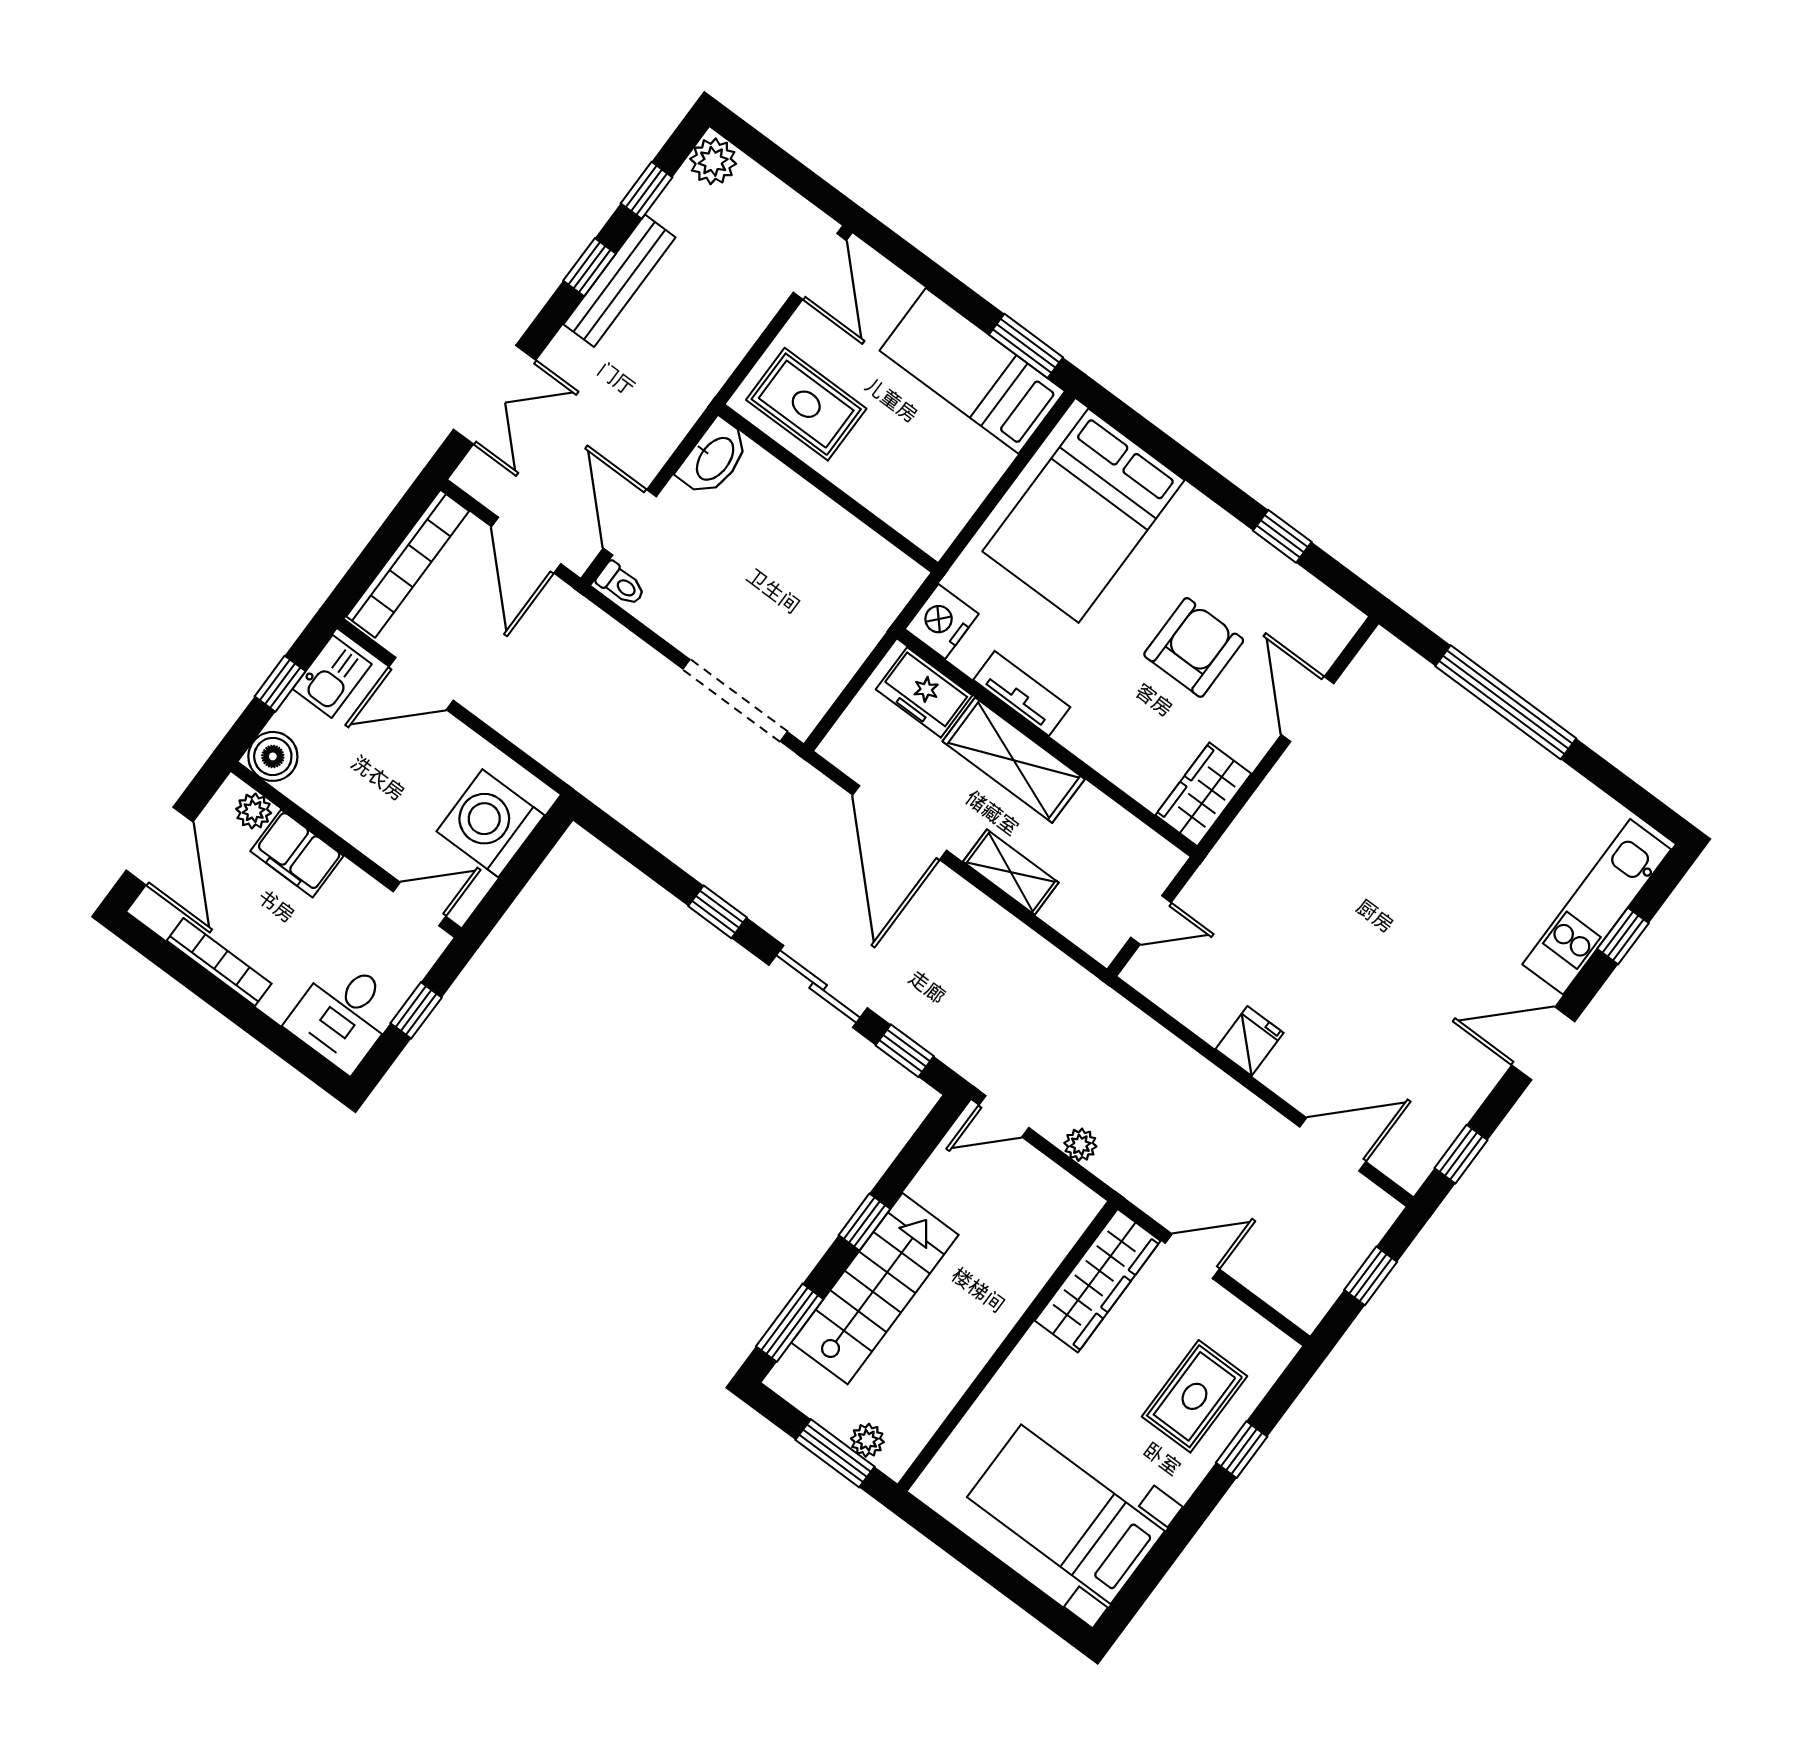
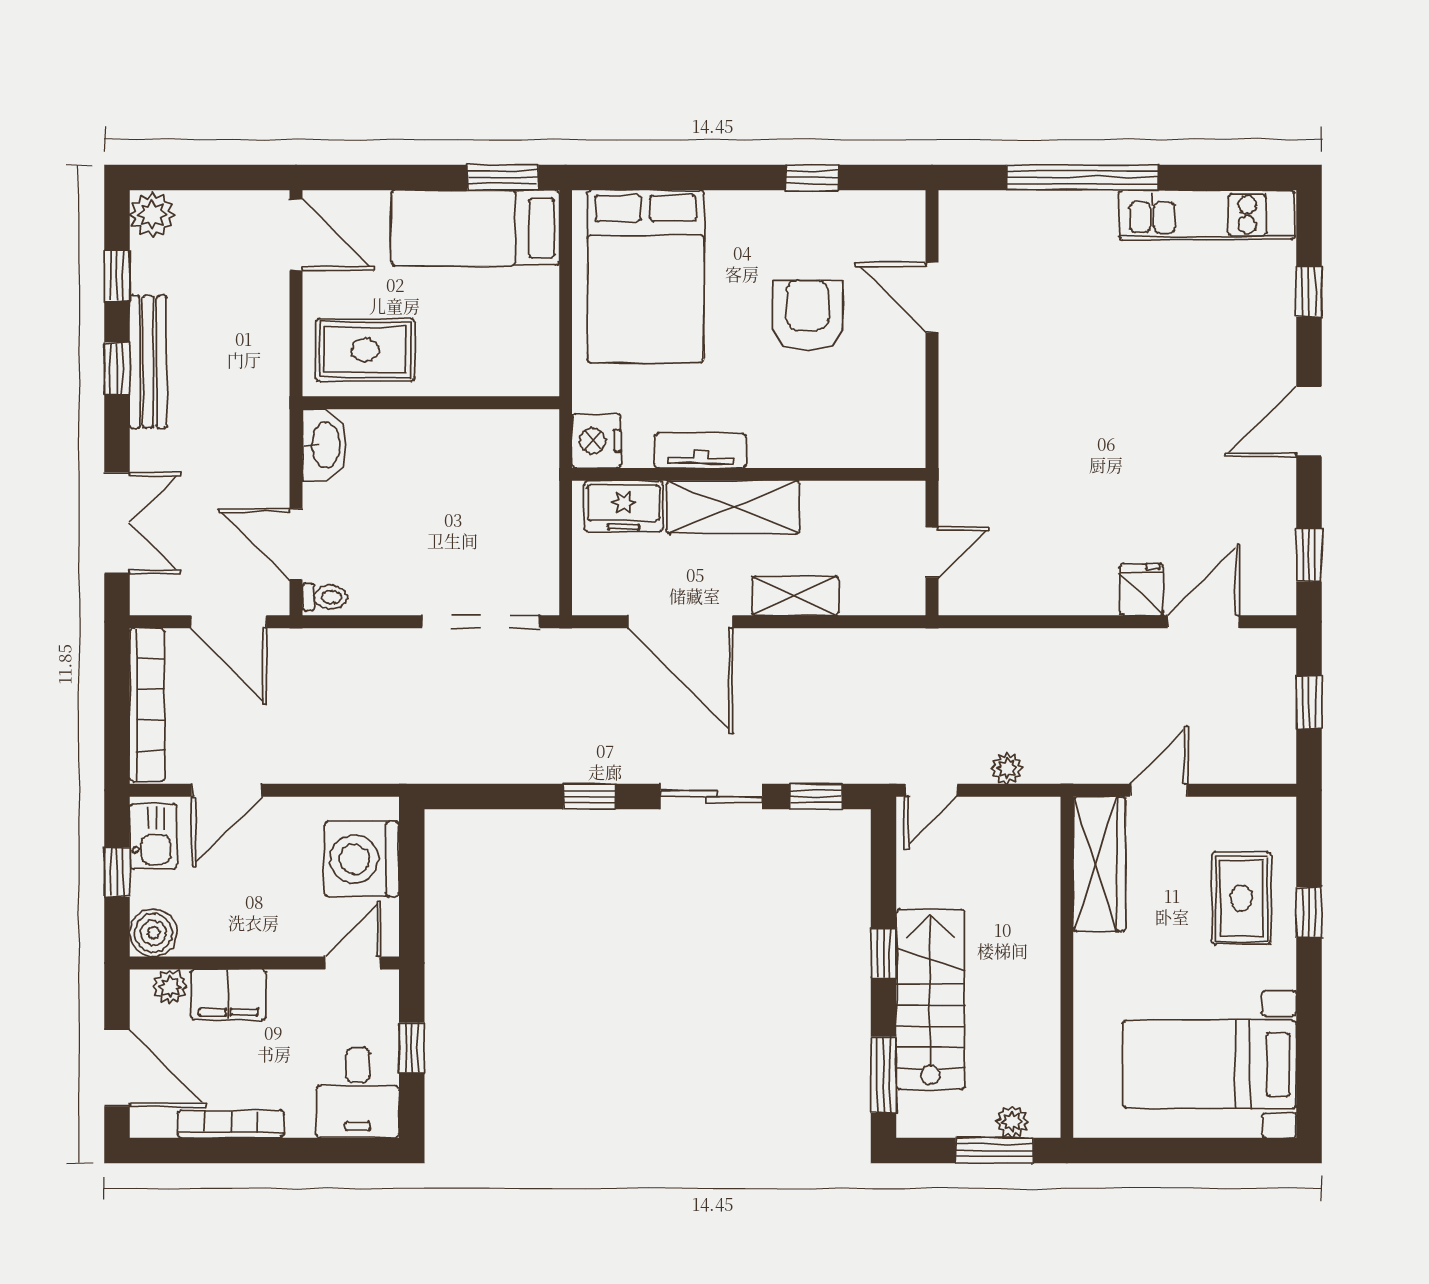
wardrobe: (1203, 794) -> (900, 424), removed
kitchen unit: (1597, 907) -> (1207, 215), moved, turned -90
fridge: (1250, 1041) -> (1141, 589), moved

